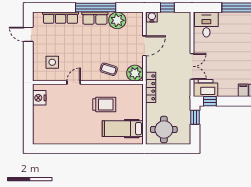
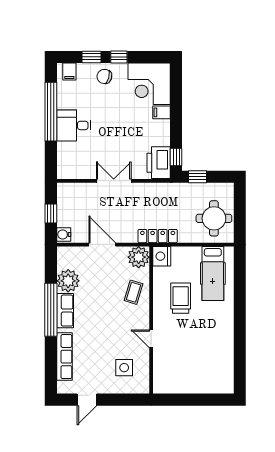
desk: (206, 24) -> (74, 125), moved
double door: (192, 66) -> (114, 181), moved
nightstand: (39, 98) -> (162, 256), moved, turned 90

